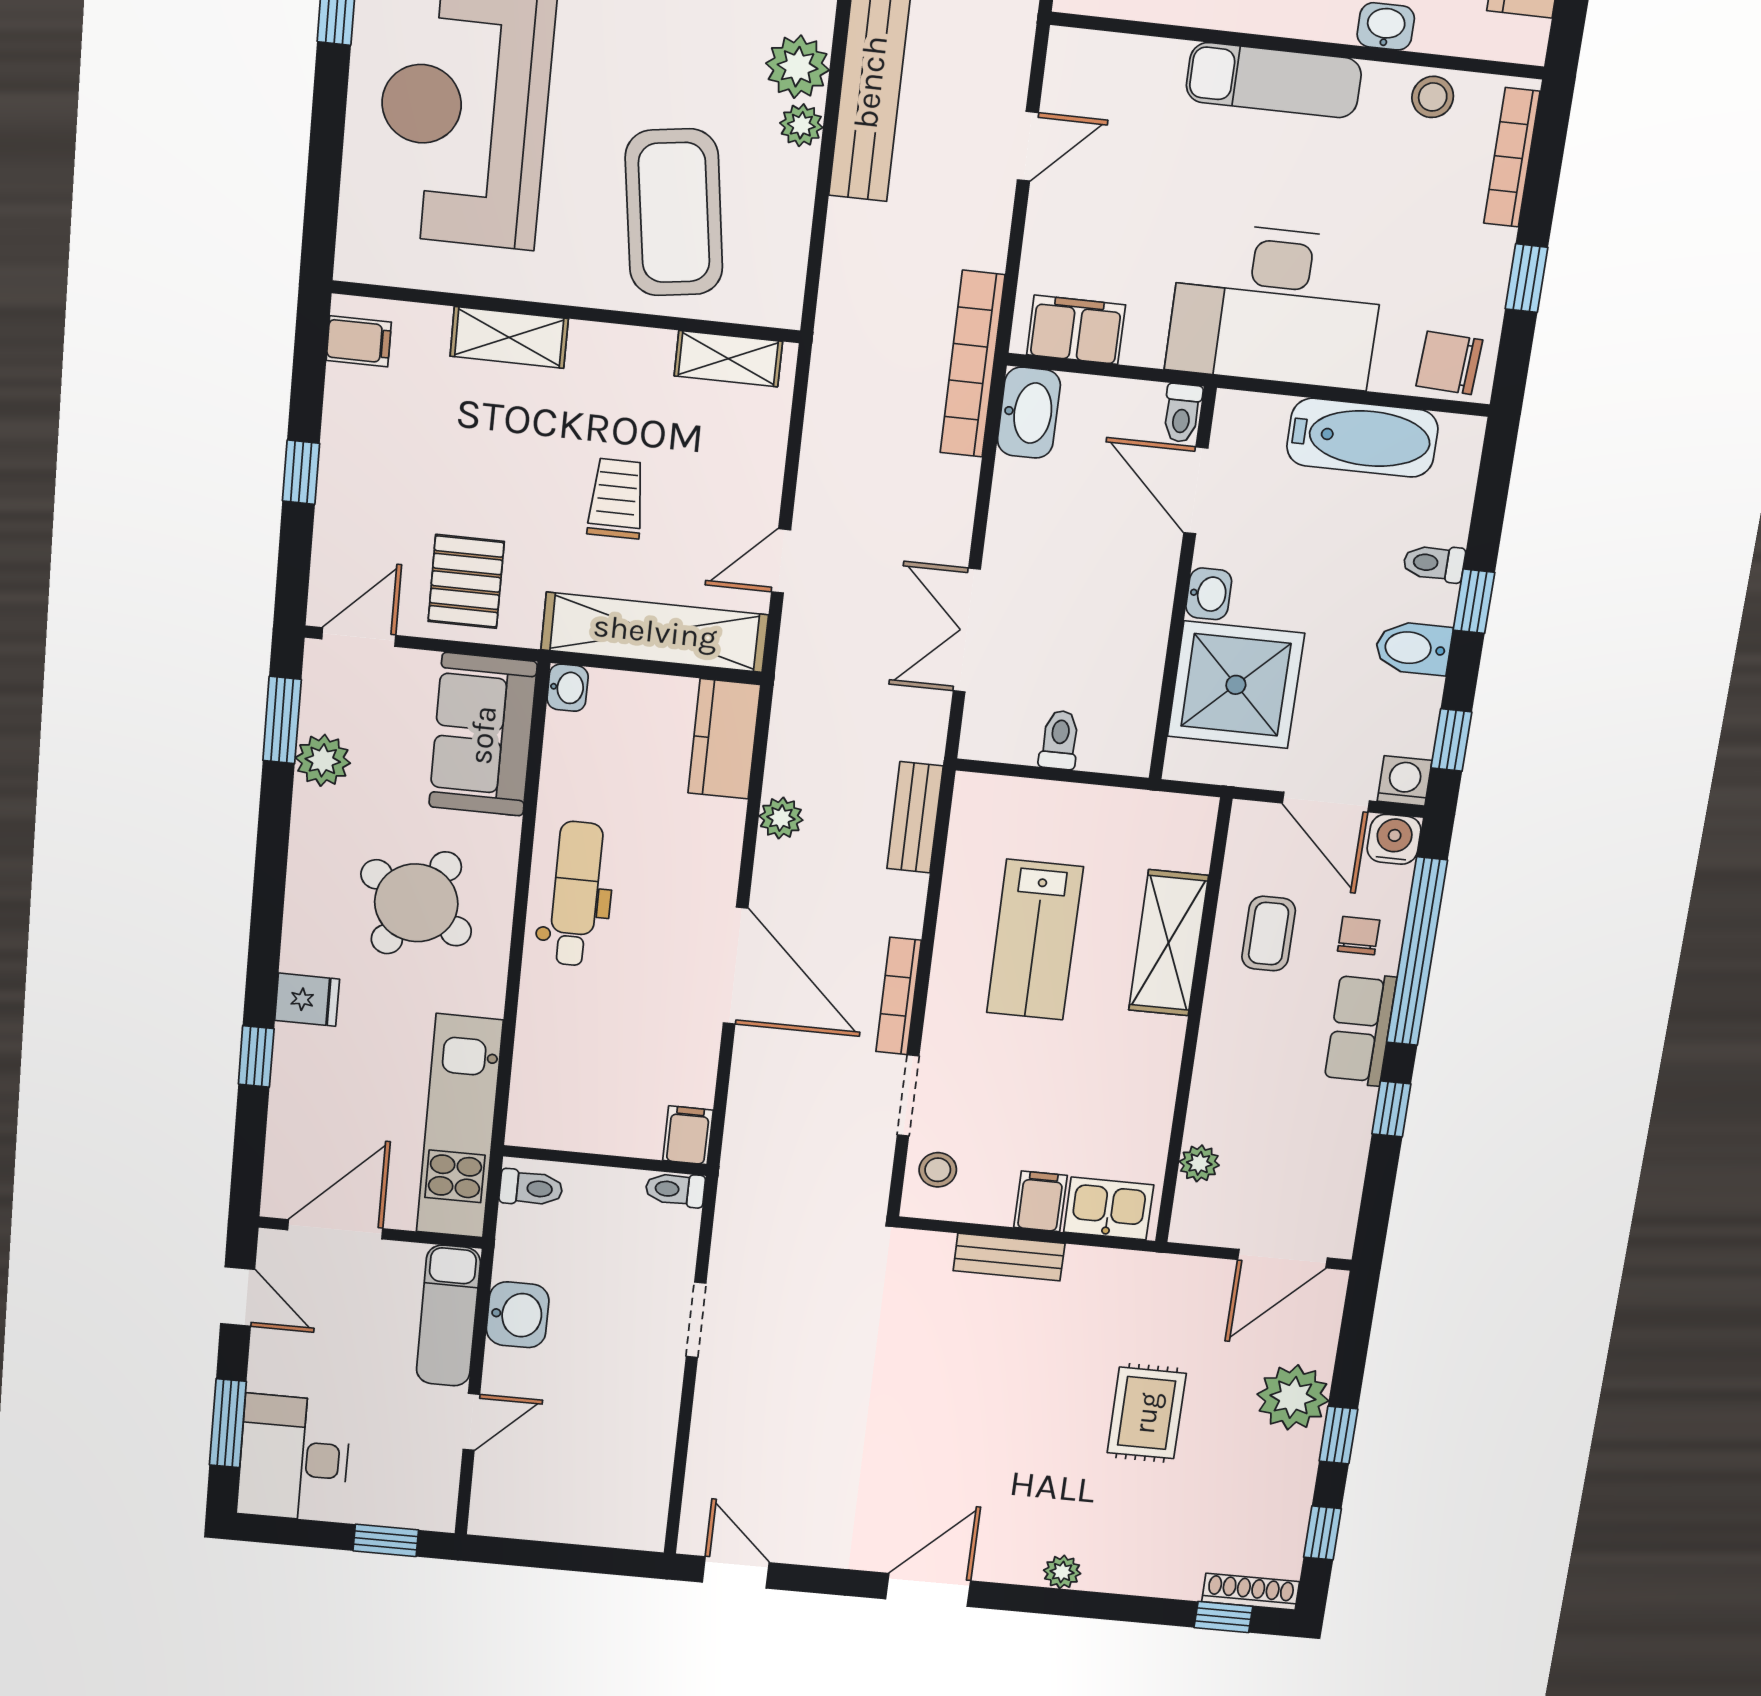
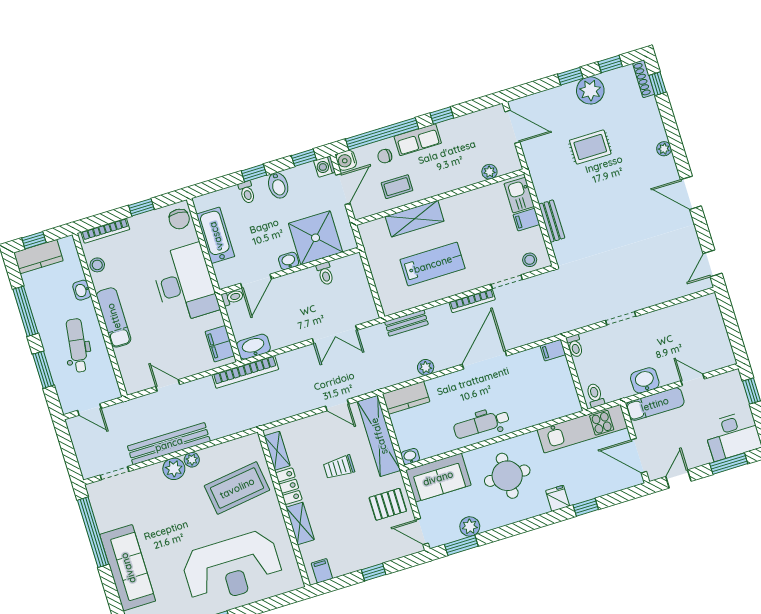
locker: (621, 349) -> (289, 486), added
toilet: (1060, 740) -> (325, 274), moved, turned -90
round table: (416, 903) -> (507, 476), turned -32
plant: (1293, 1397) -> (590, 90), moved

